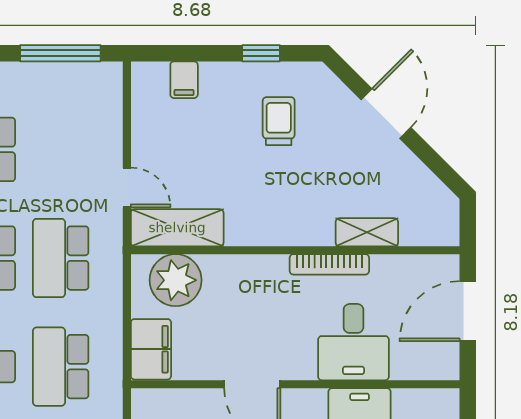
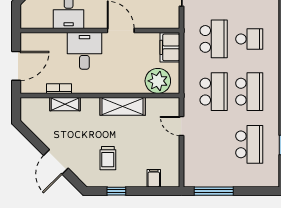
shelving: (177, 228) -> (123, 106), moved
bookcase: (329, 264) -> (59, 89), moved, width x0.64
desk: (353, 342) -> (84, 51), moved

